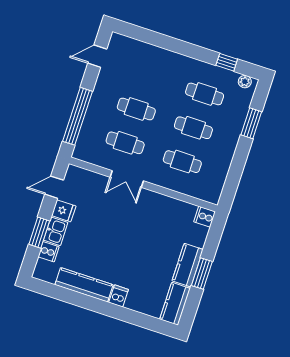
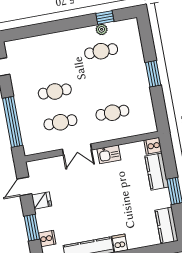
plant: (245, 82) -> (102, 29), moved
window: (251, 123) -> (153, 74), moved
cafe table: (193, 128) -> (107, 82), removed
kitchen sink: (56, 231) -> (109, 154), moved, turned 90
kitchen counter: (188, 265) -> (157, 172), moved

